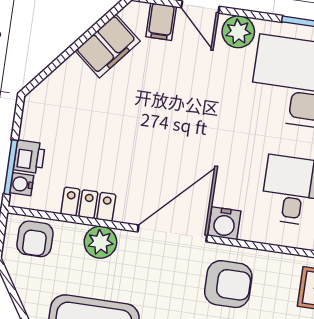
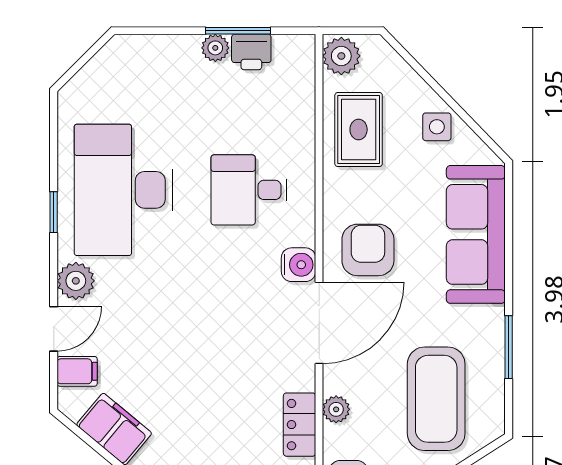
door: (172, 233) -> (319, 323), swing flipped
plant: (100, 242) -> (336, 409), width x0.73, depth x0.73

